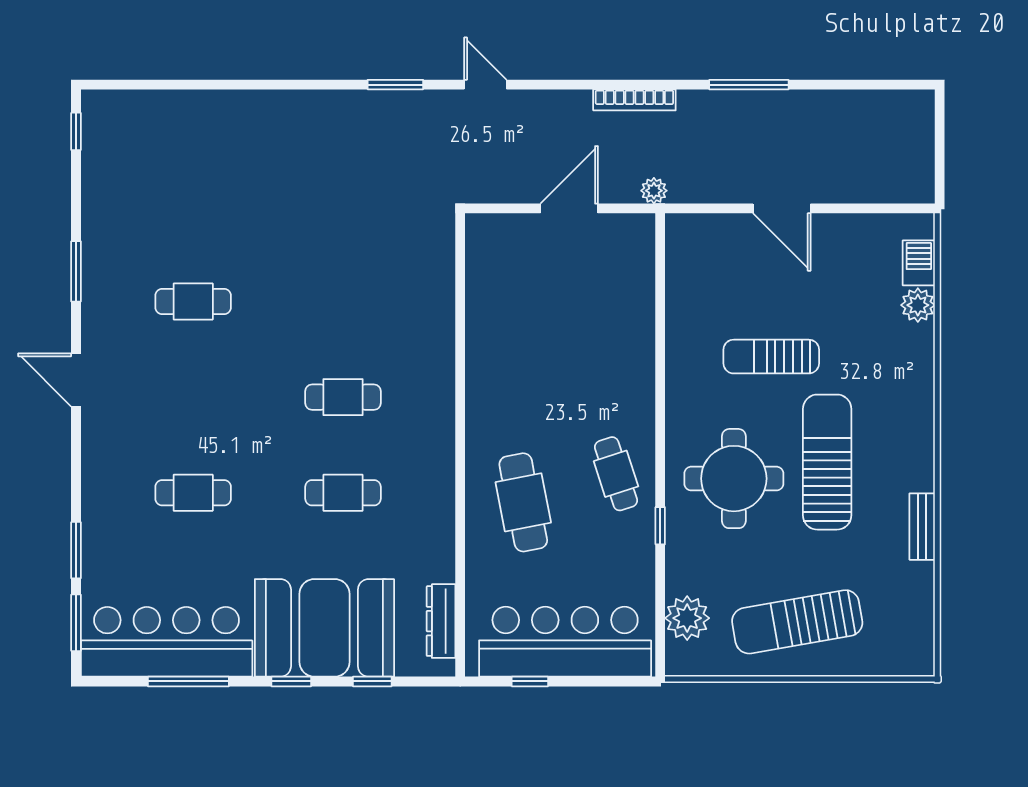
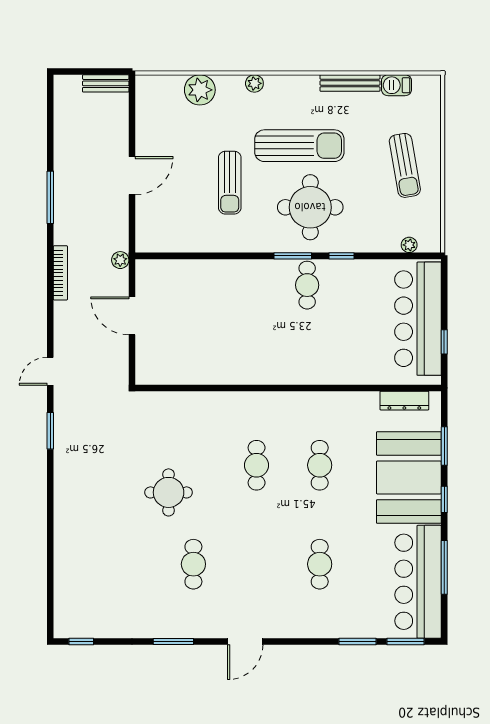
bench: (922, 169) -> (106, 83), added
barbecue: (919, 263) -> (396, 85), moved
round table: (302, 264) -> (169, 492), added
plant: (918, 305) -> (200, 90), width x1.36, depth x1.36
plant: (921, 394) -> (254, 83), added
window: (660, 452) -> (293, 256), added
sun lounger: (827, 462) -> (299, 146), turned 180
cafe table: (616, 474) -> (307, 285), turned -72
cafe table: (523, 502) -> (326, 346), removed
bench: (922, 527) -> (350, 83), width x1.36
plant: (687, 618) -> (409, 245), width x0.53, depth x0.53
sun lounger: (797, 622) -> (405, 165), width x0.73, depth x0.75
window: (372, 681) -> (444, 446), width x1.50

